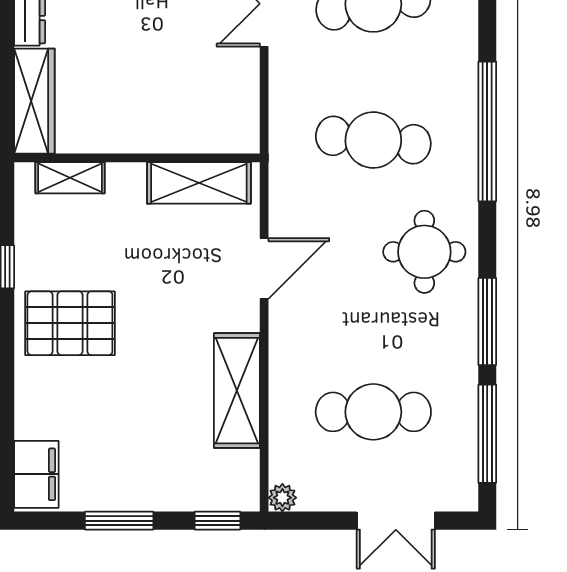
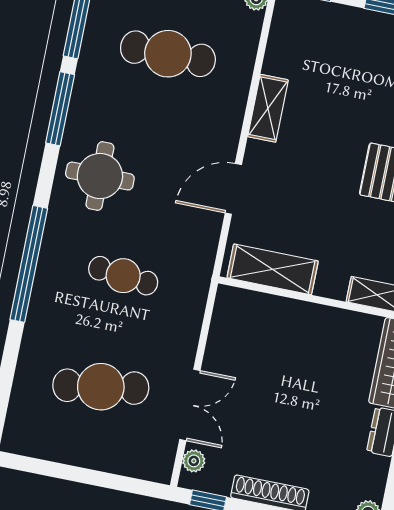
cafe table: (373, 140) -> (123, 276), width x0.73, depth x0.74
shelving: (237, 391) -> (268, 108), width x0.67, depth x0.75

